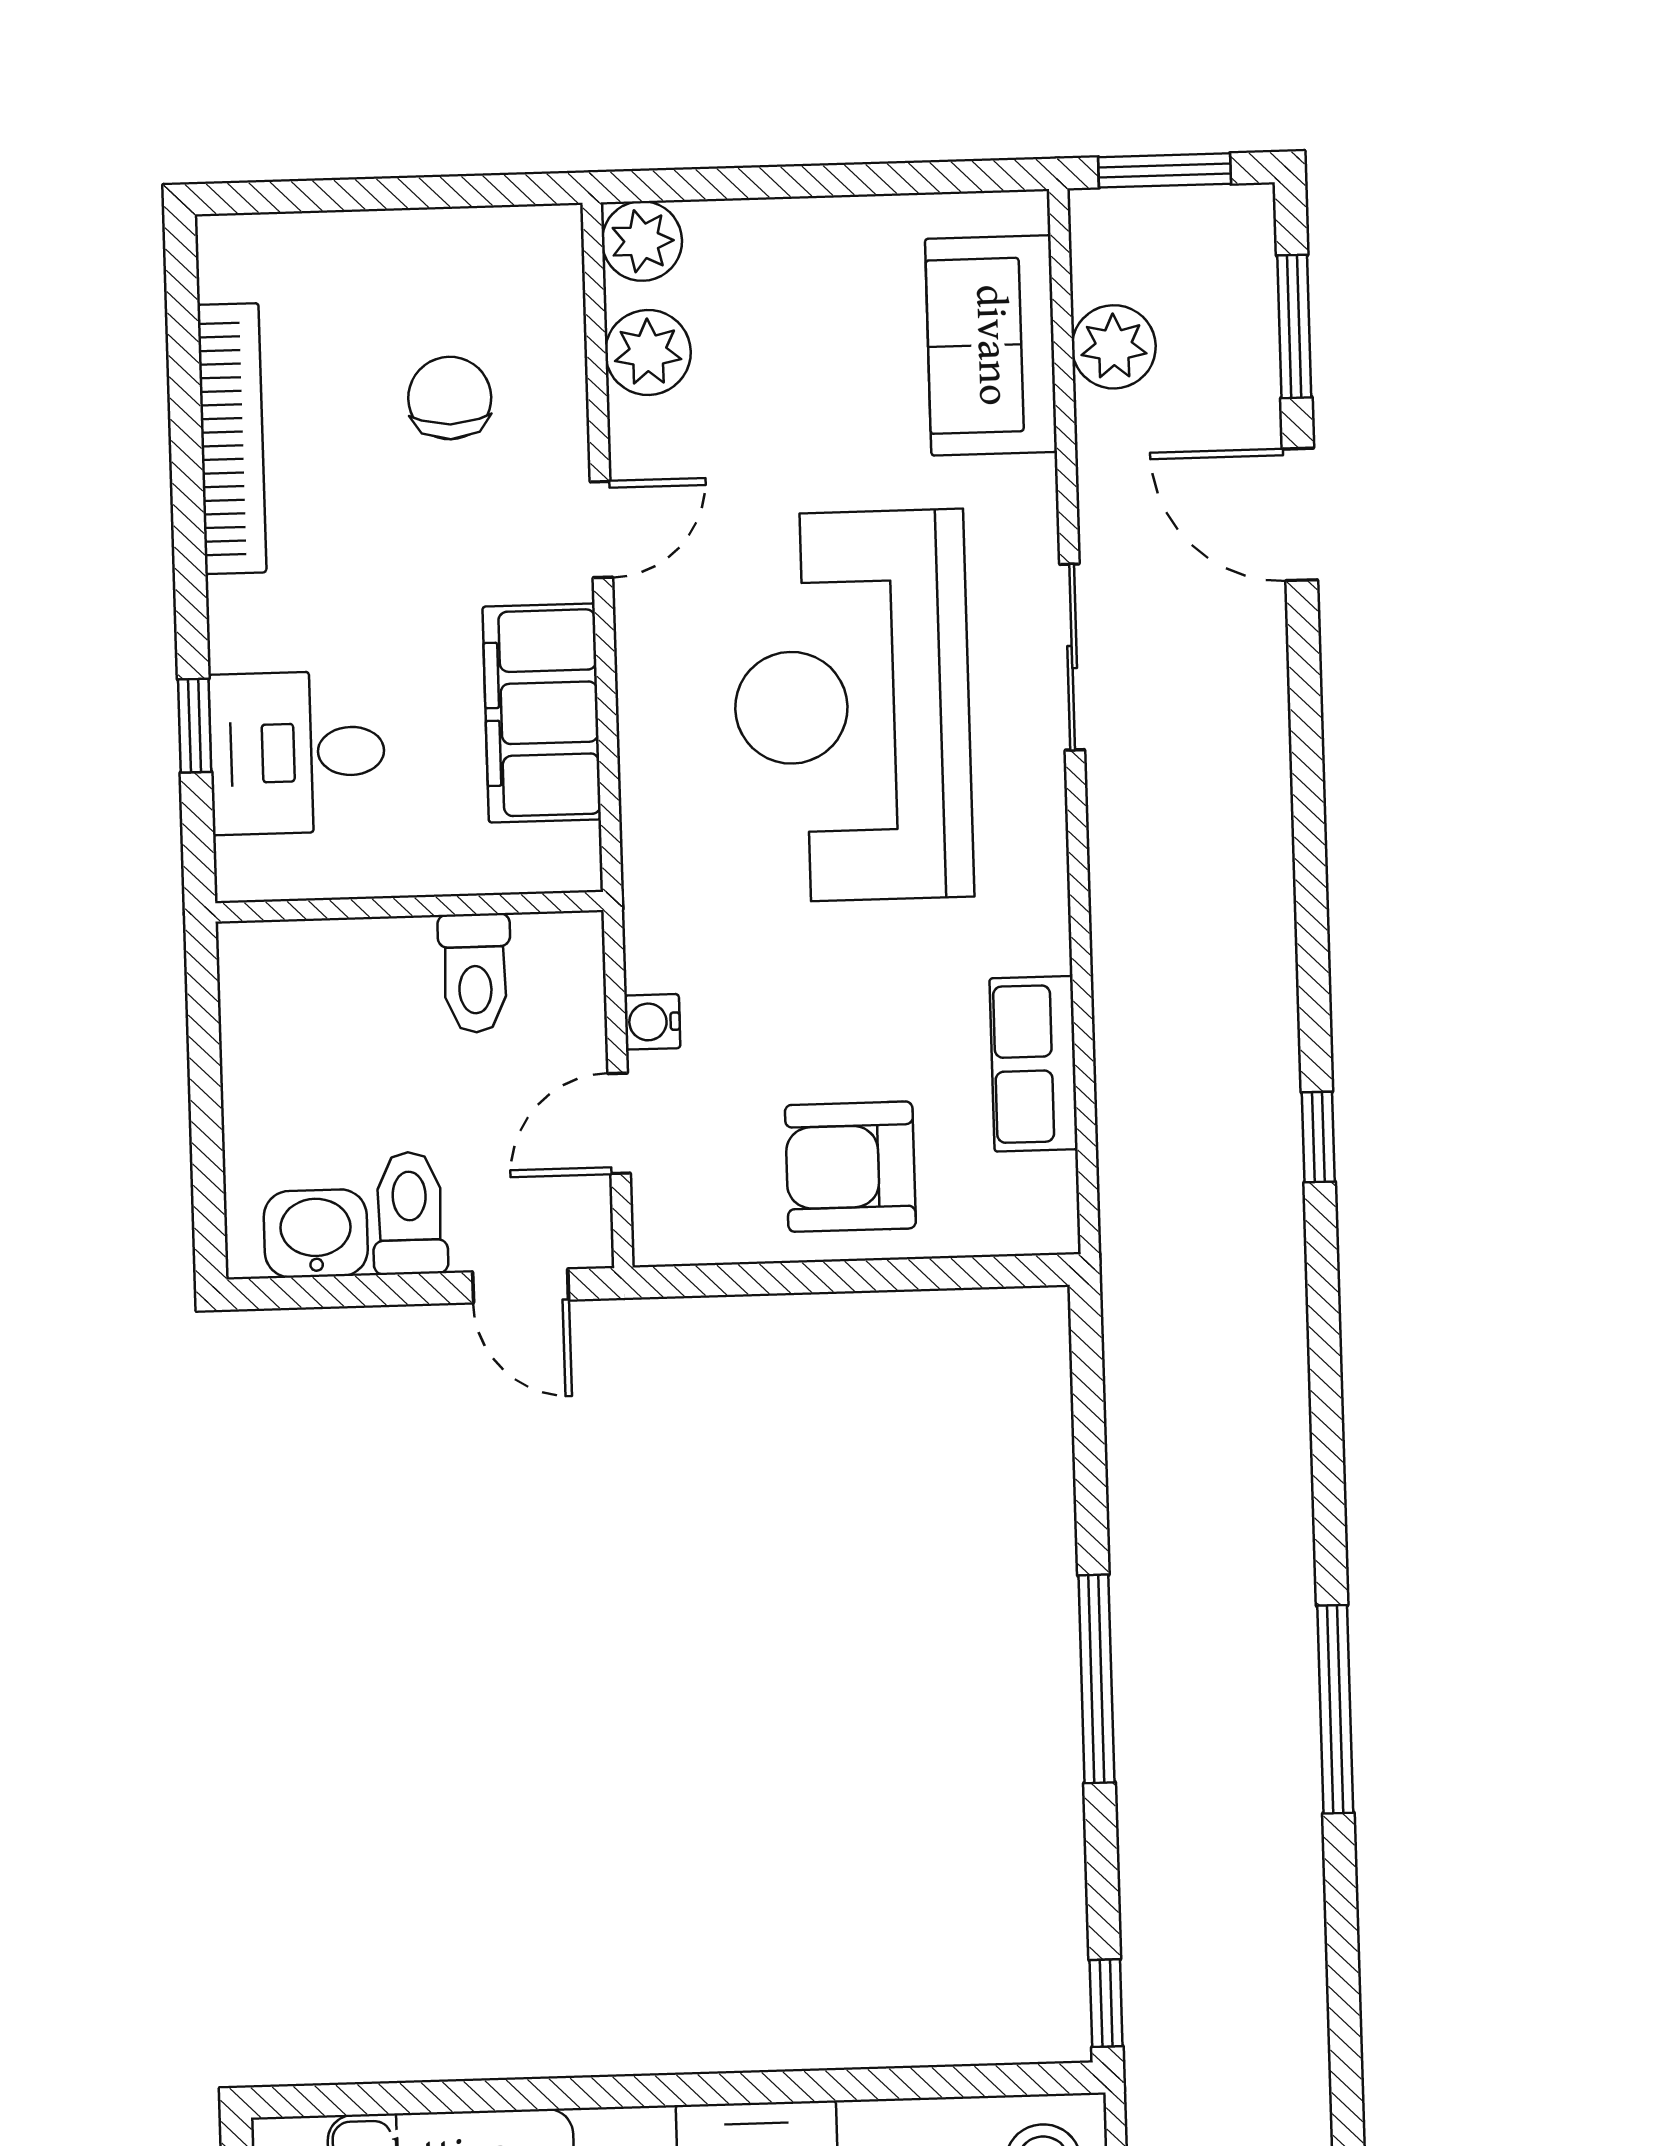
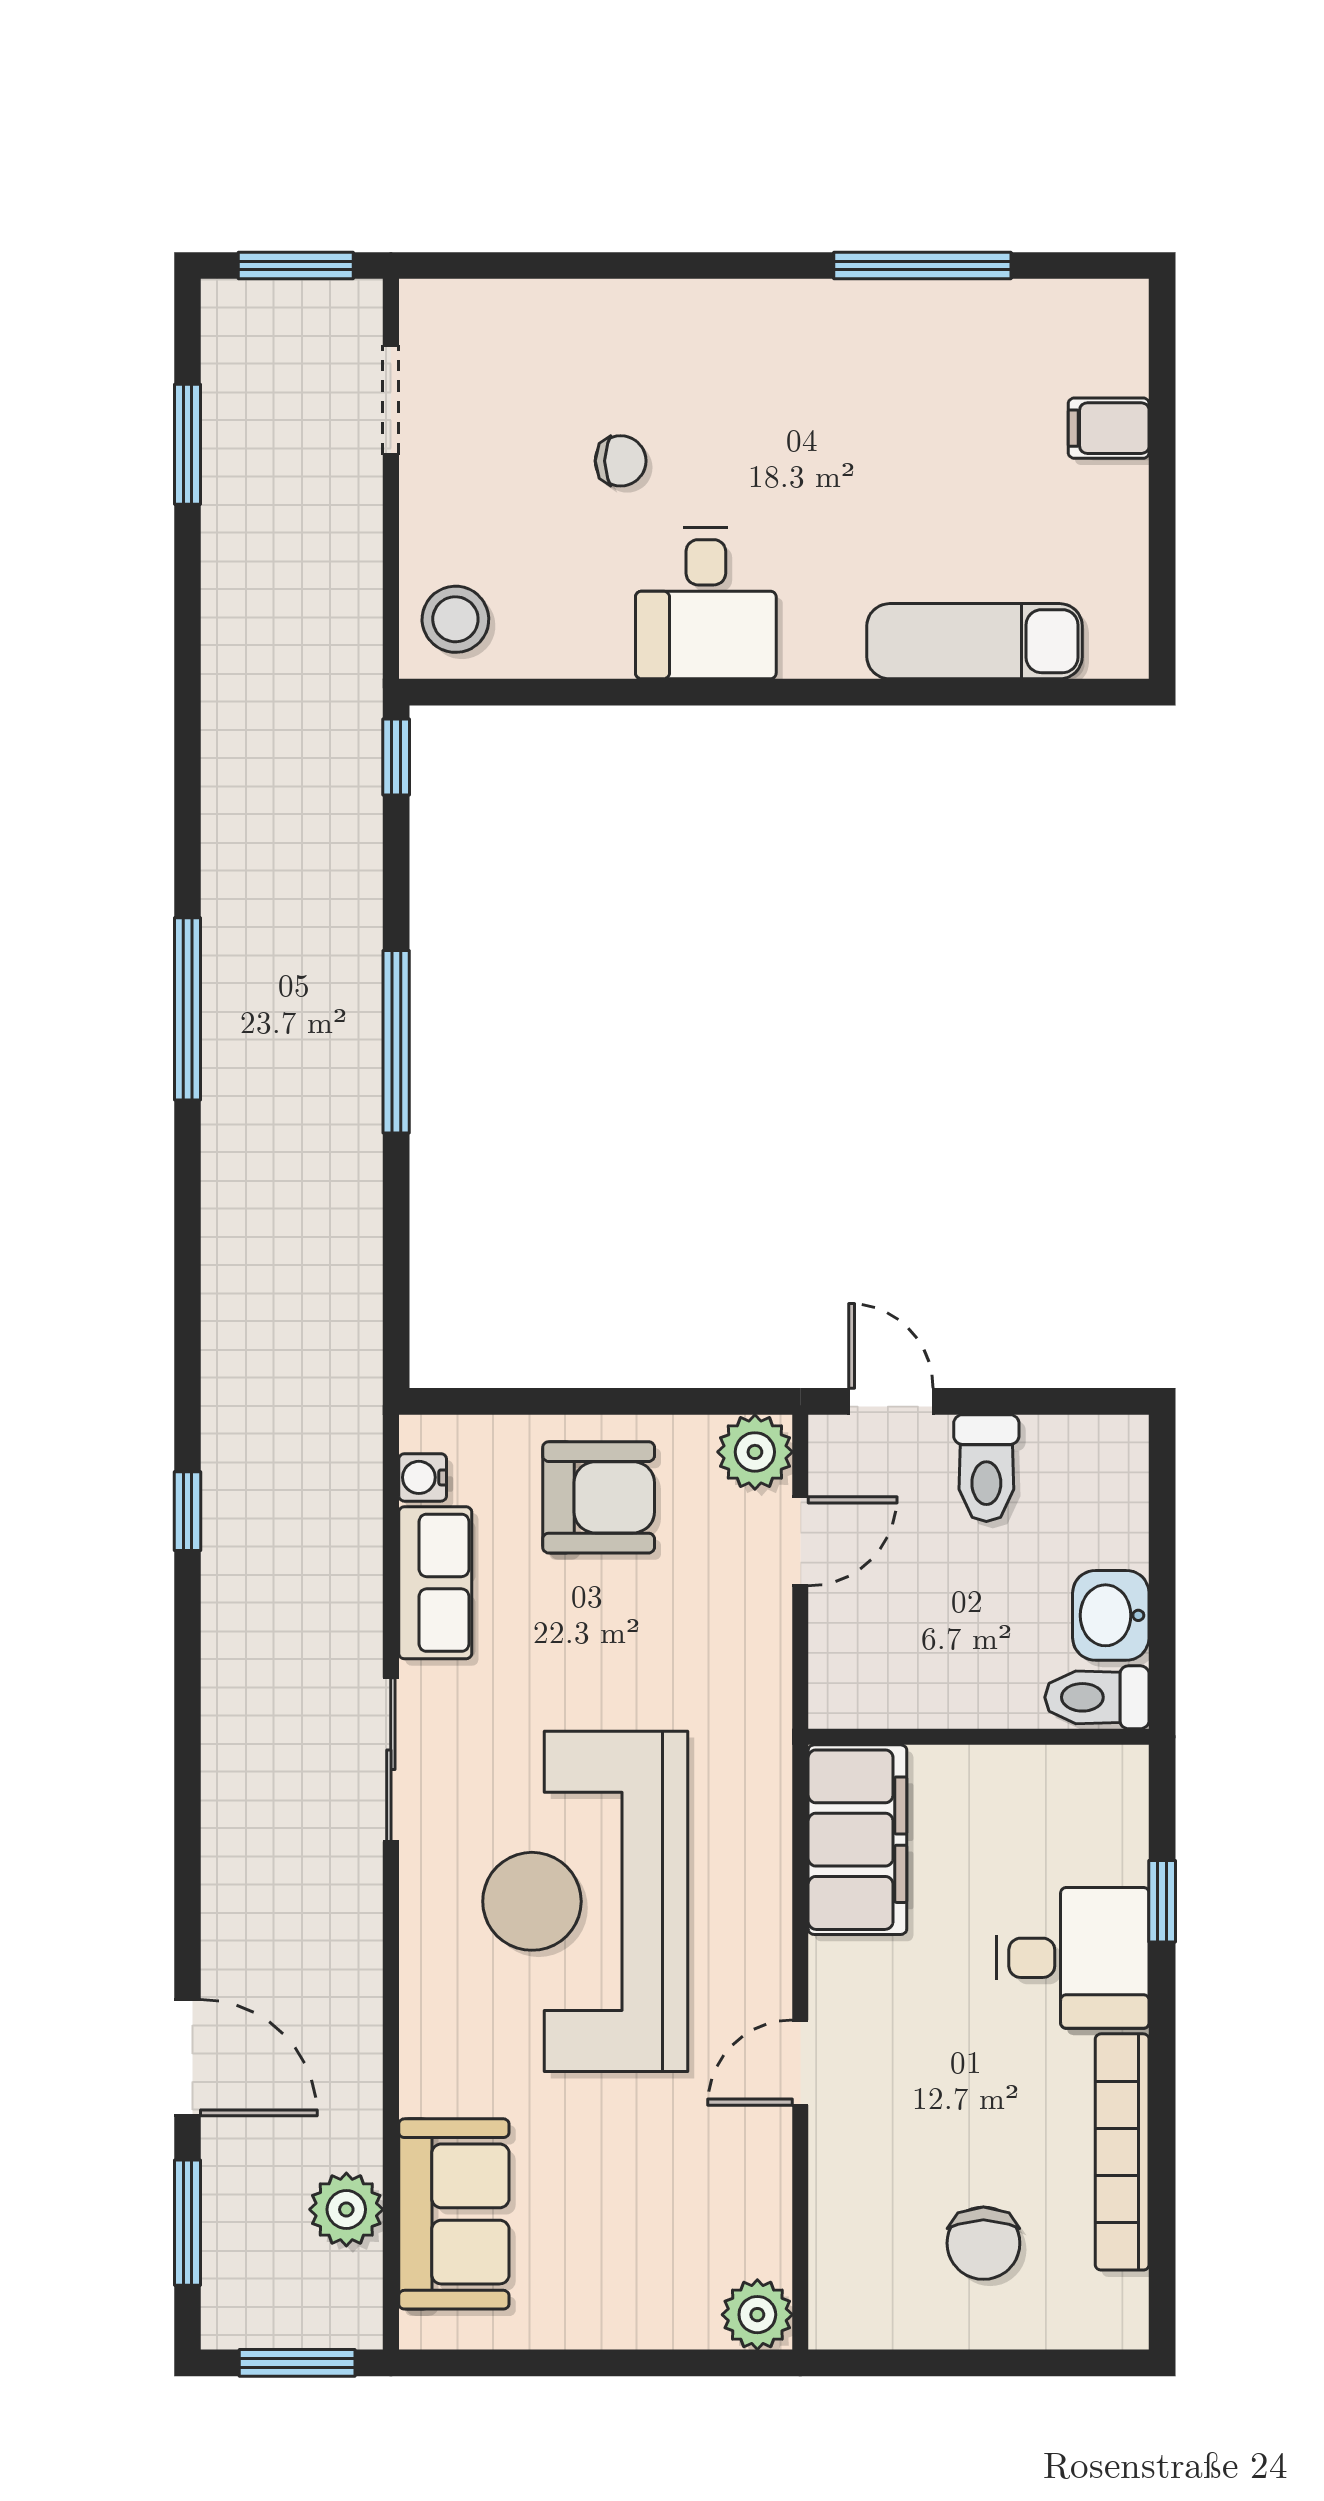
plant: (648, 352) -> (755, 1452), moved
chair: (450, 398) -> (983, 2243), moved
sliding door: (1072, 657) -> (391, 1760), moved
reception desk: (852, 706) -> (585, 1901), turned 180
filing cabinet: (542, 713) -> (857, 1840), moved
desk: (297, 753) -> (1073, 1958), moved
toilet: (475, 973) -> (1097, 1697), moved, turned -90
water cooler: (652, 1022) -> (423, 1477), moved, turned 180
washbasin: (316, 1233) -> (1111, 1615), moved, turned 90

